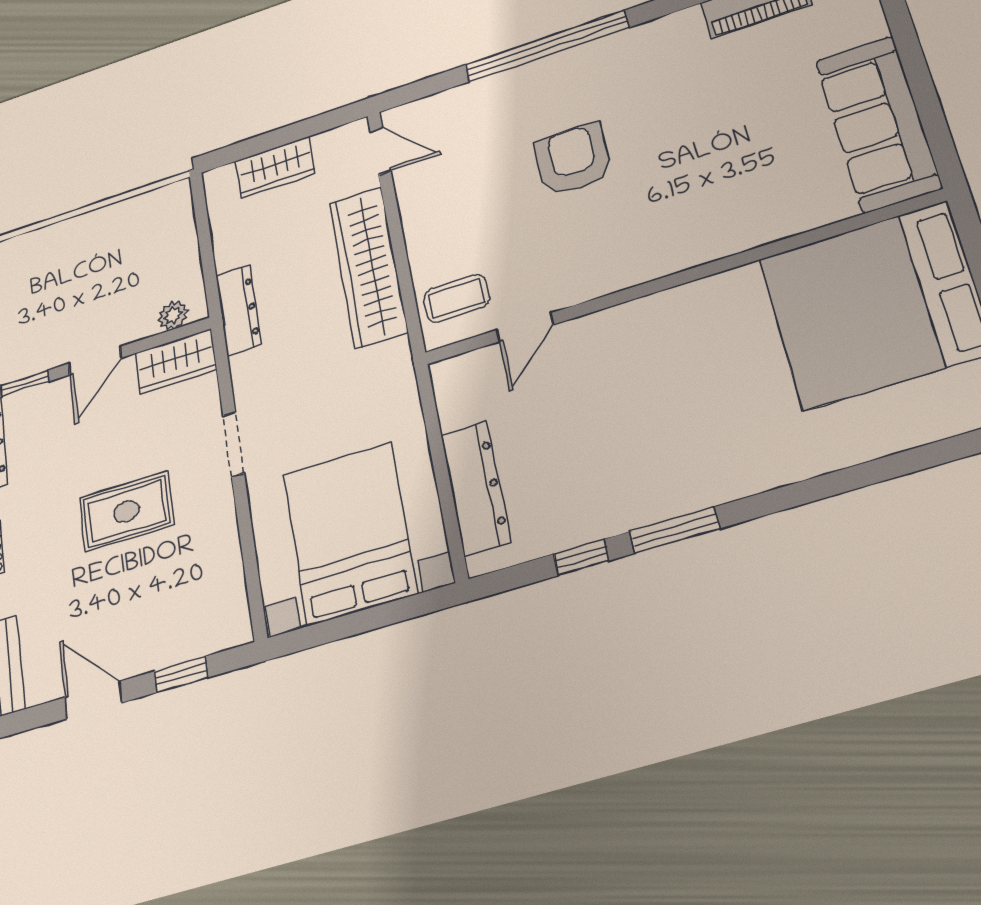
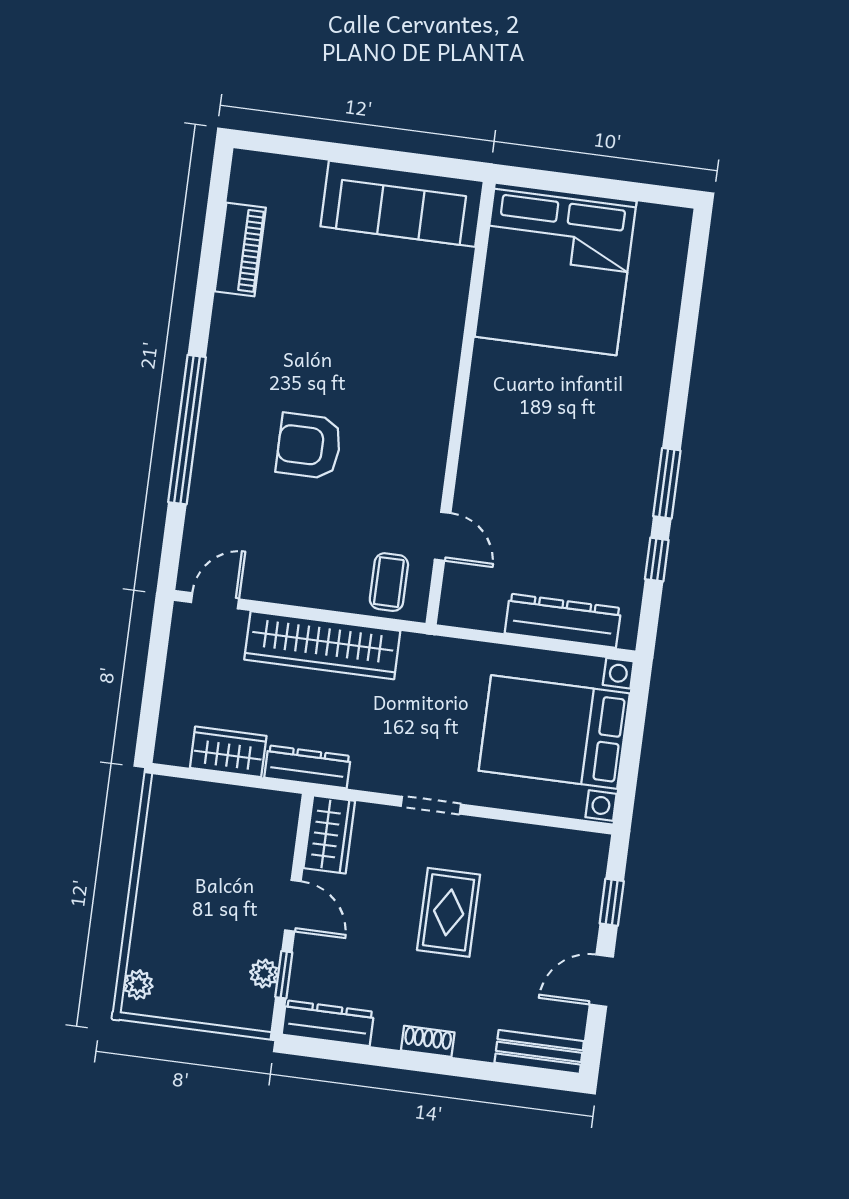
wardrobe: (275, 167) -> (228, 752), moved, turned -90
plant: (173, 315) -> (264, 973), moved

